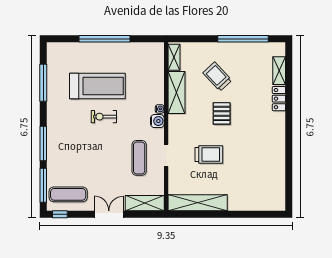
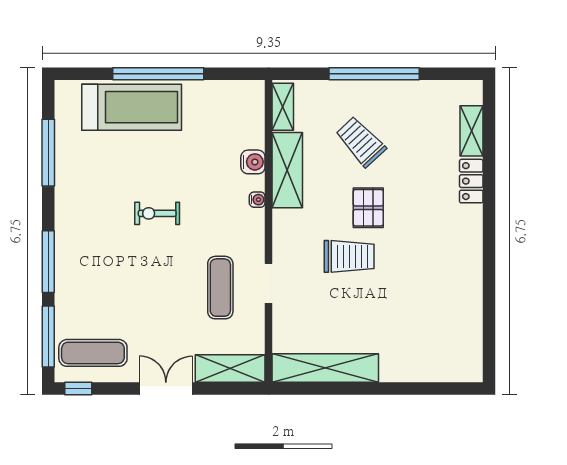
window: (243, 39) -> (374, 74), moved
treadmill: (97, 86) -> (132, 107), moved
water cooler: (157, 121) -> (253, 162), moved
trolley: (209, 155) -> (349, 256), moved

